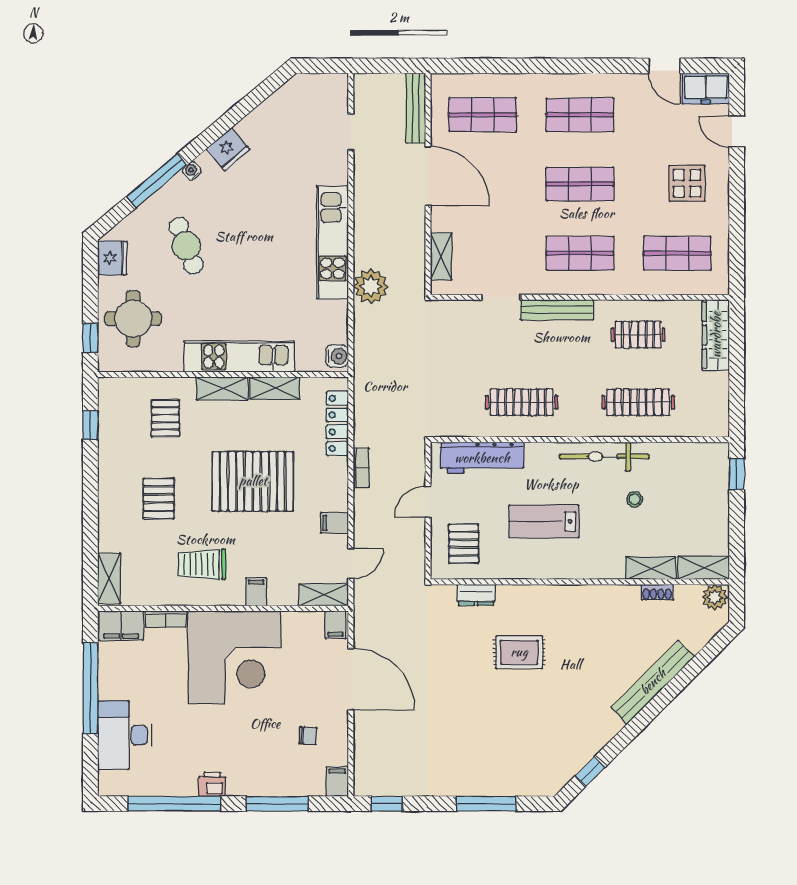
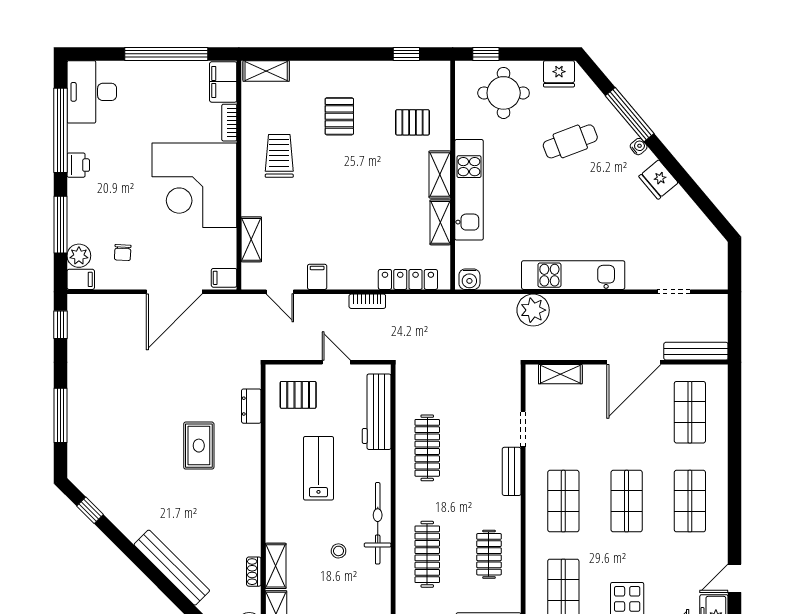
bench: (557, 310) -> (512, 471), width x0.73
pallet: (253, 481) -> (355, 202), removed
pallet: (159, 499) -> (339, 116), turned 90
filing cabinet: (256, 592) -> (254, 205), removed
shelving: (324, 595) -> (251, 239), moved
desk: (125, 735) -> (92, 92), moved, turned -90
plant: (311, 784) -> (79, 256), added

